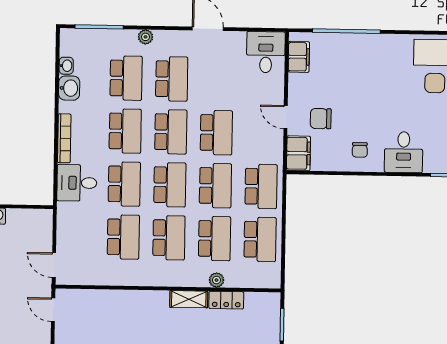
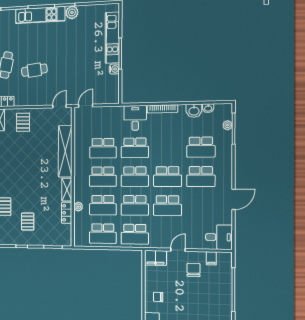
plant: (146, 37) -> (228, 125), moved
filing cabinet: (299, 57) -> (211, 258), width x0.50
chair: (321, 119) -> (193, 270), moved
school desk: (125, 131) -> (168, 147), removed
shelving: (127, 301) -> (65, 151), added

